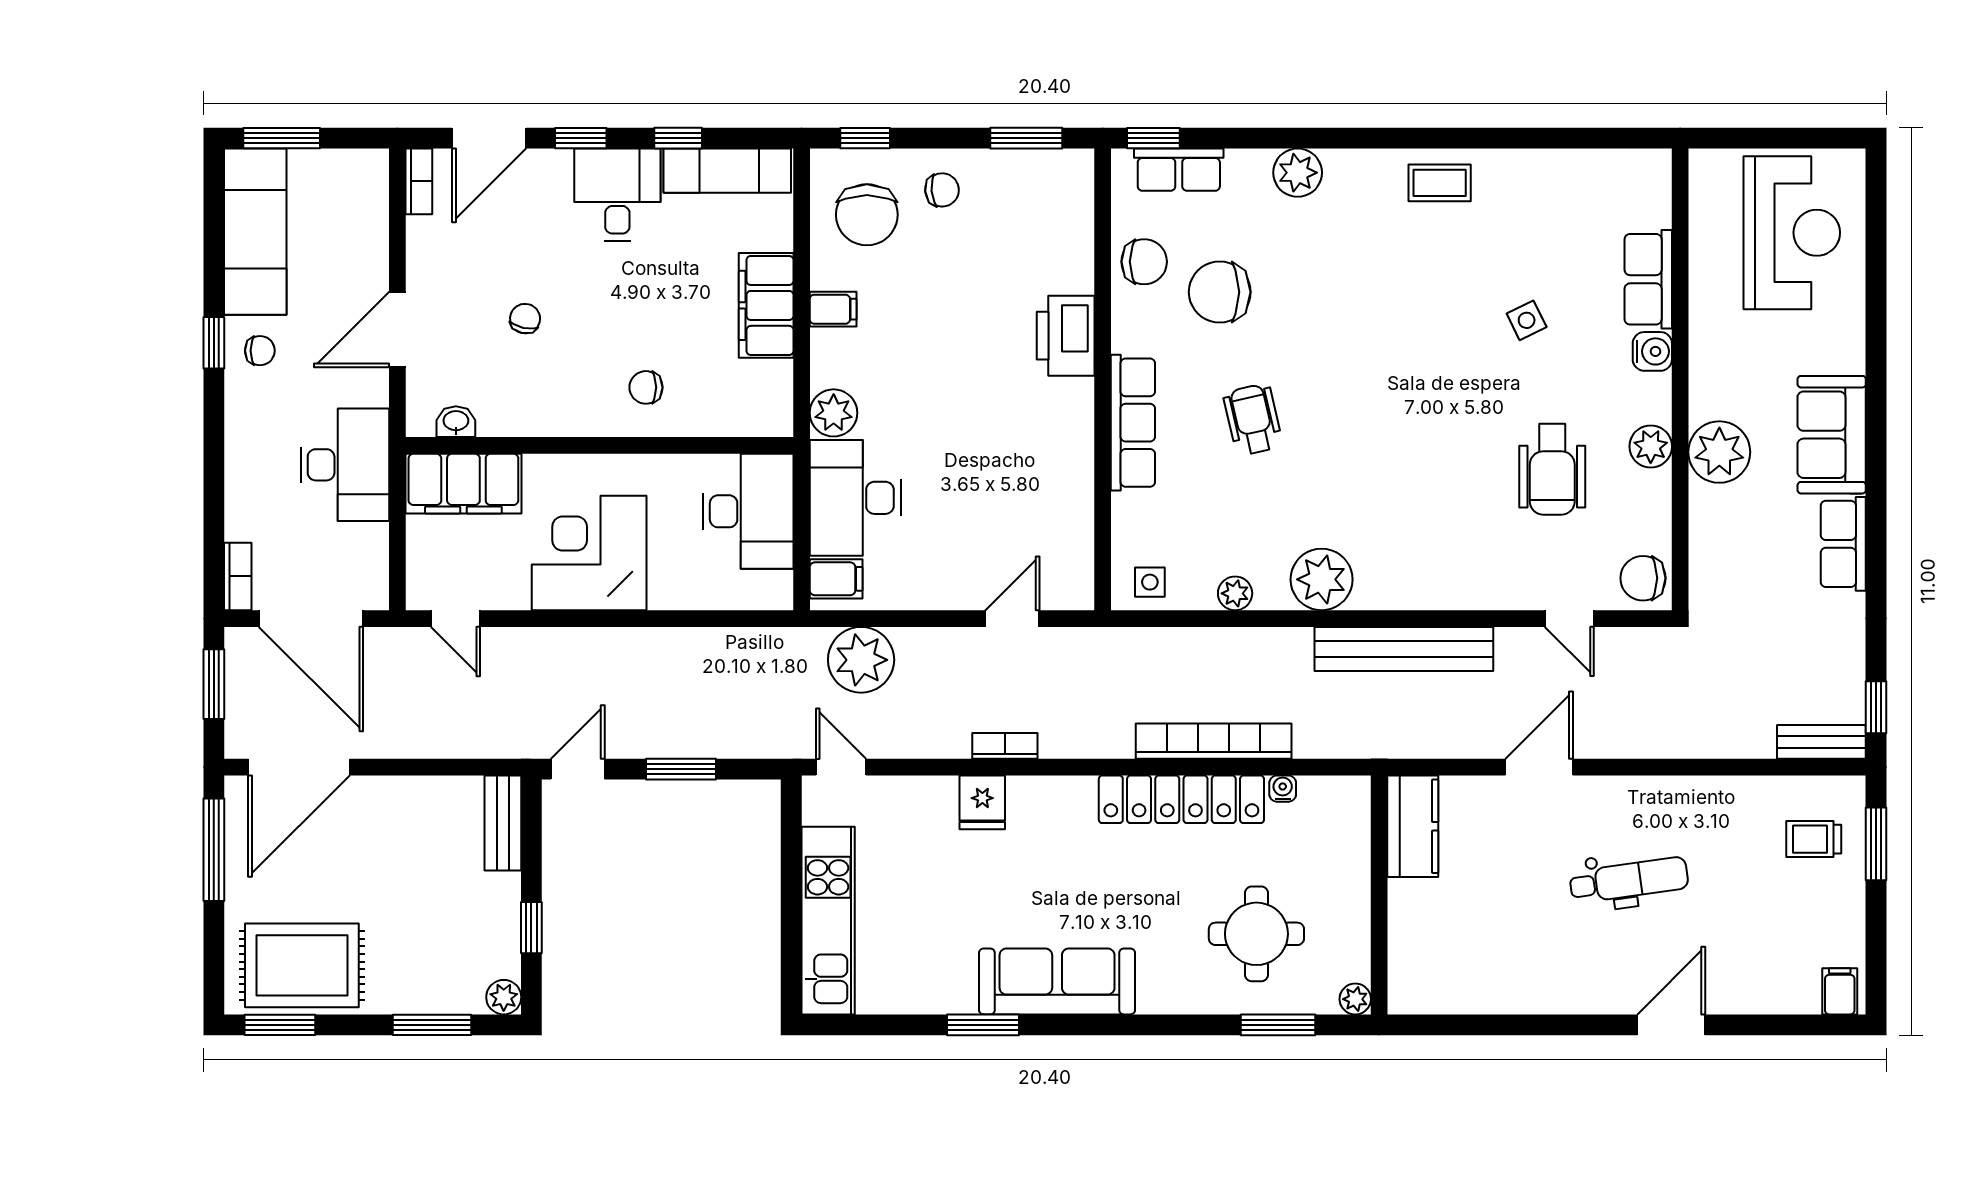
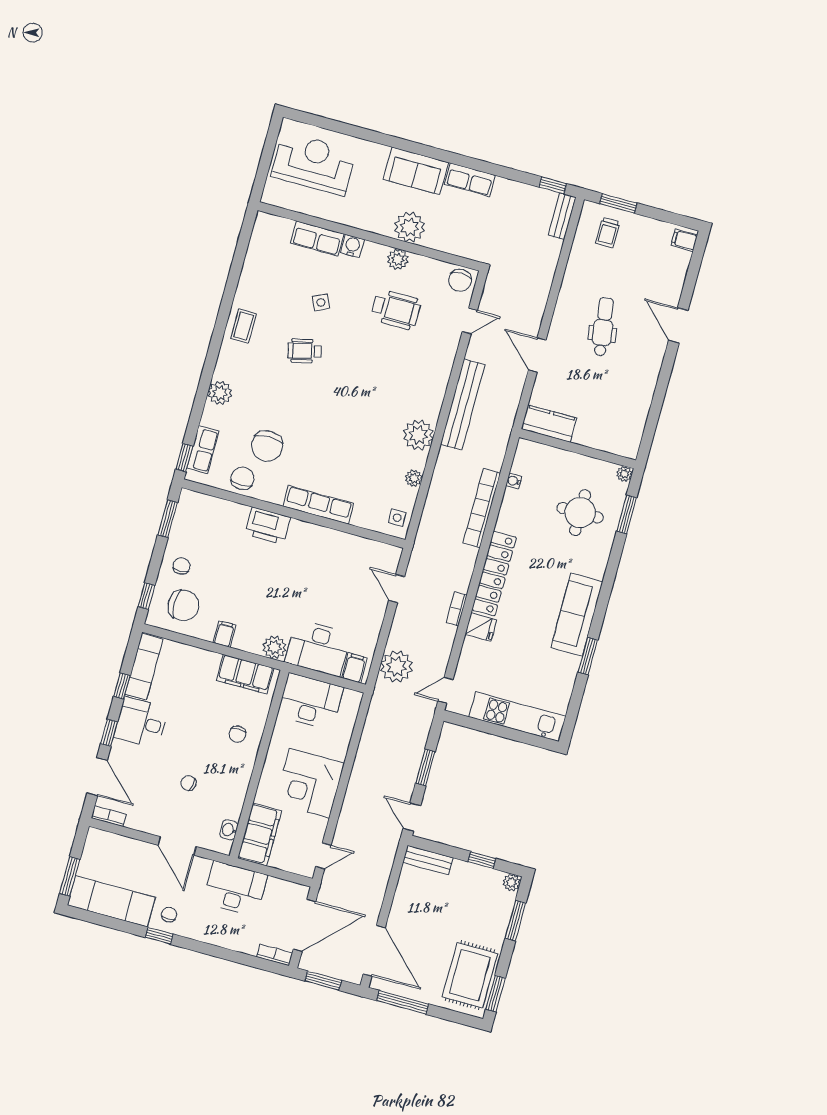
filing cabinet: (766, 305) -> (245, 674), moved
wheelchair: (1253, 419) -> (305, 351), moved
locker: (1181, 799) -> (494, 574), moved

